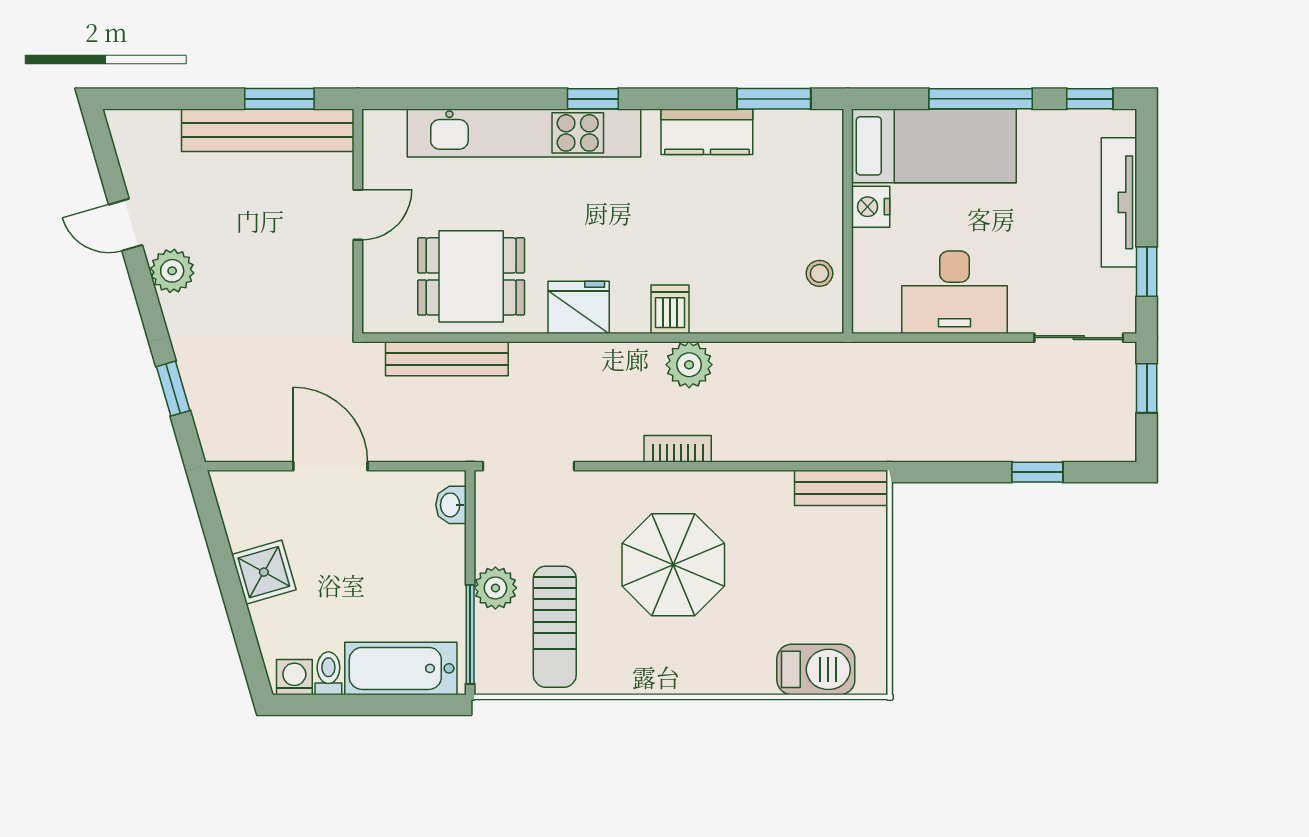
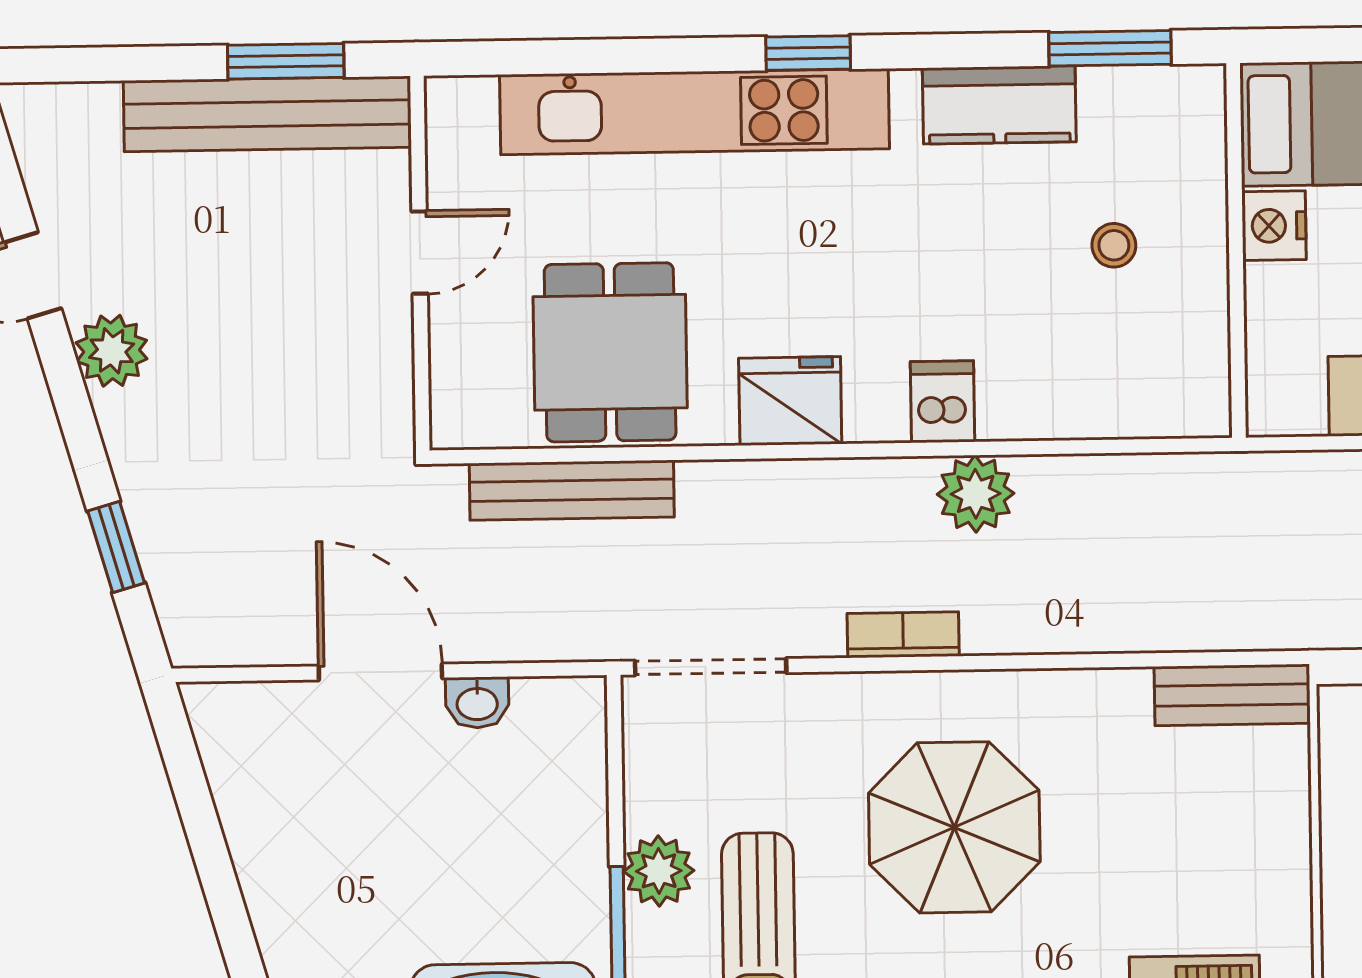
stool: (819, 273) -> (1114, 245), moved
dining table: (471, 276) -> (610, 352), turned 90
bookcase: (678, 449) -> (903, 635), moved
washbasin: (451, 505) -> (477, 703), moved, turned -90
shower: (264, 572) -> (272, 851), removed

